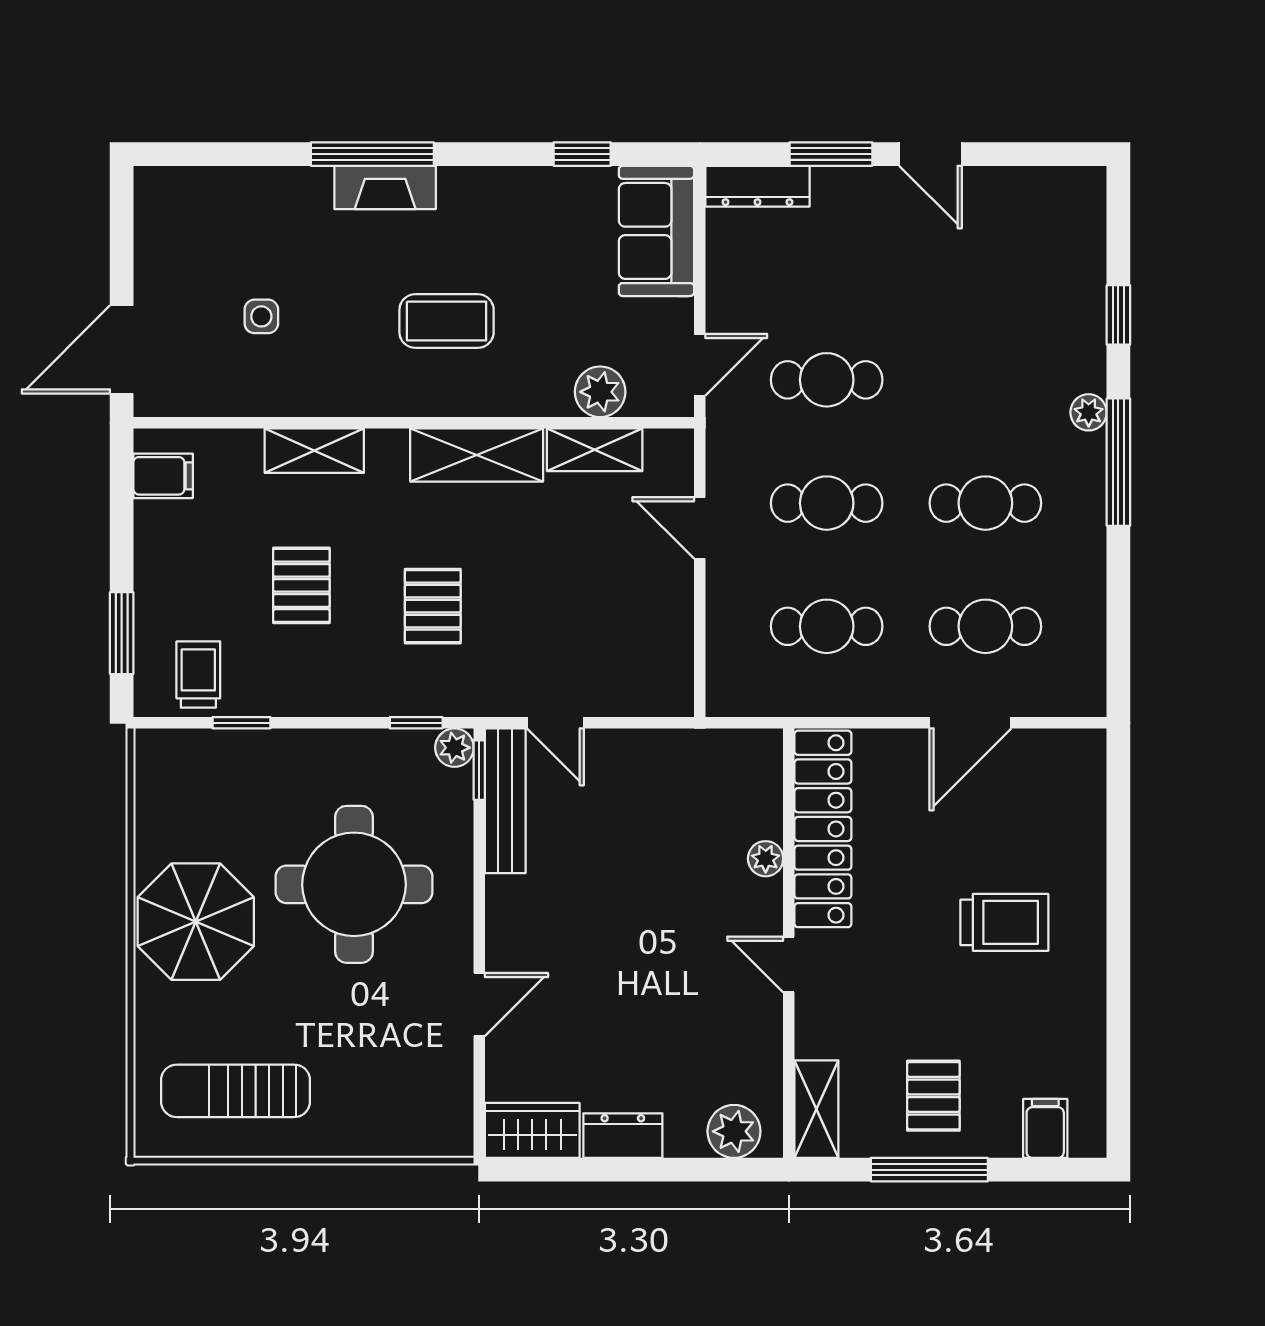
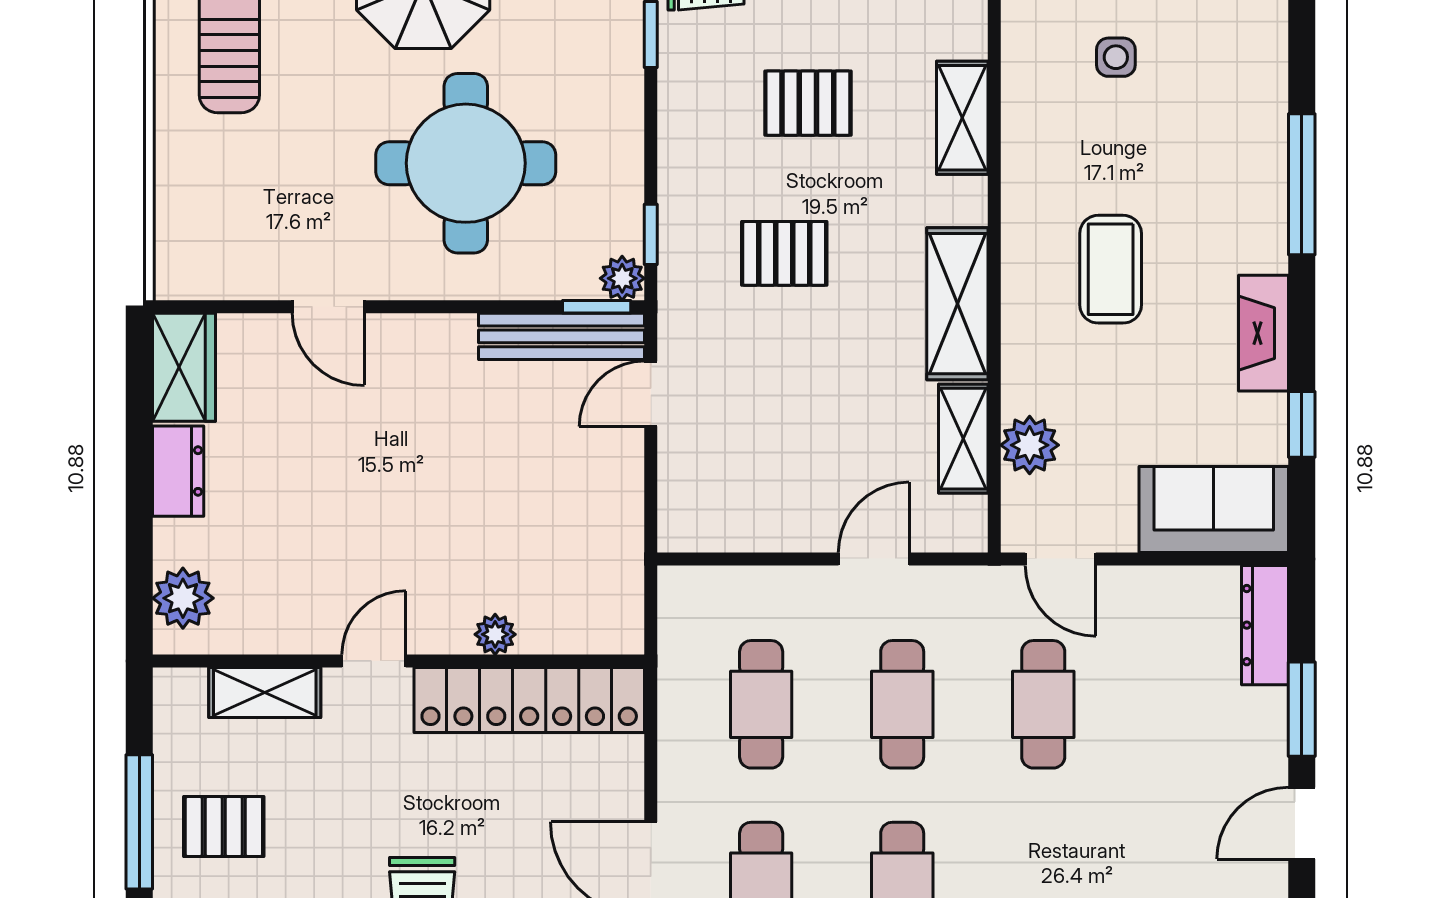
fireplace: (385, 187) -> (1263, 333), moved
shelving: (816, 1109) -> (265, 693), moved

